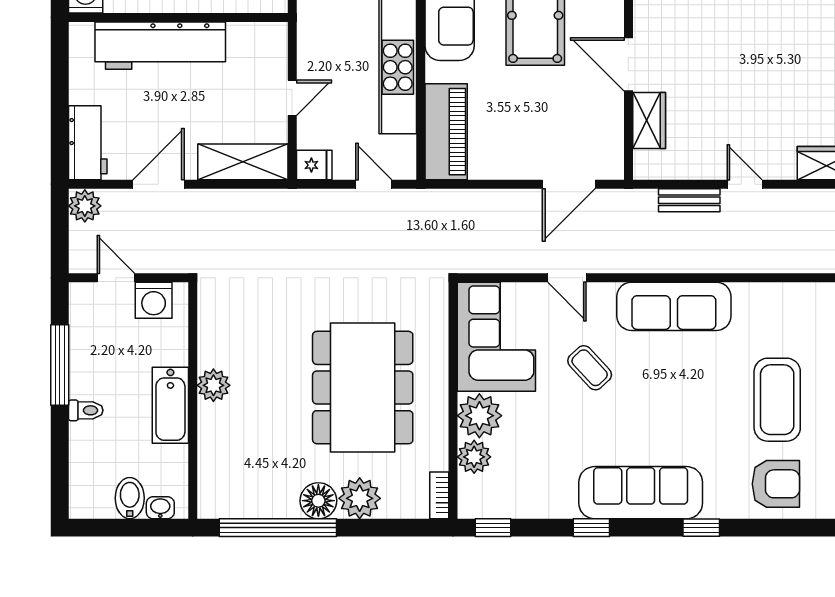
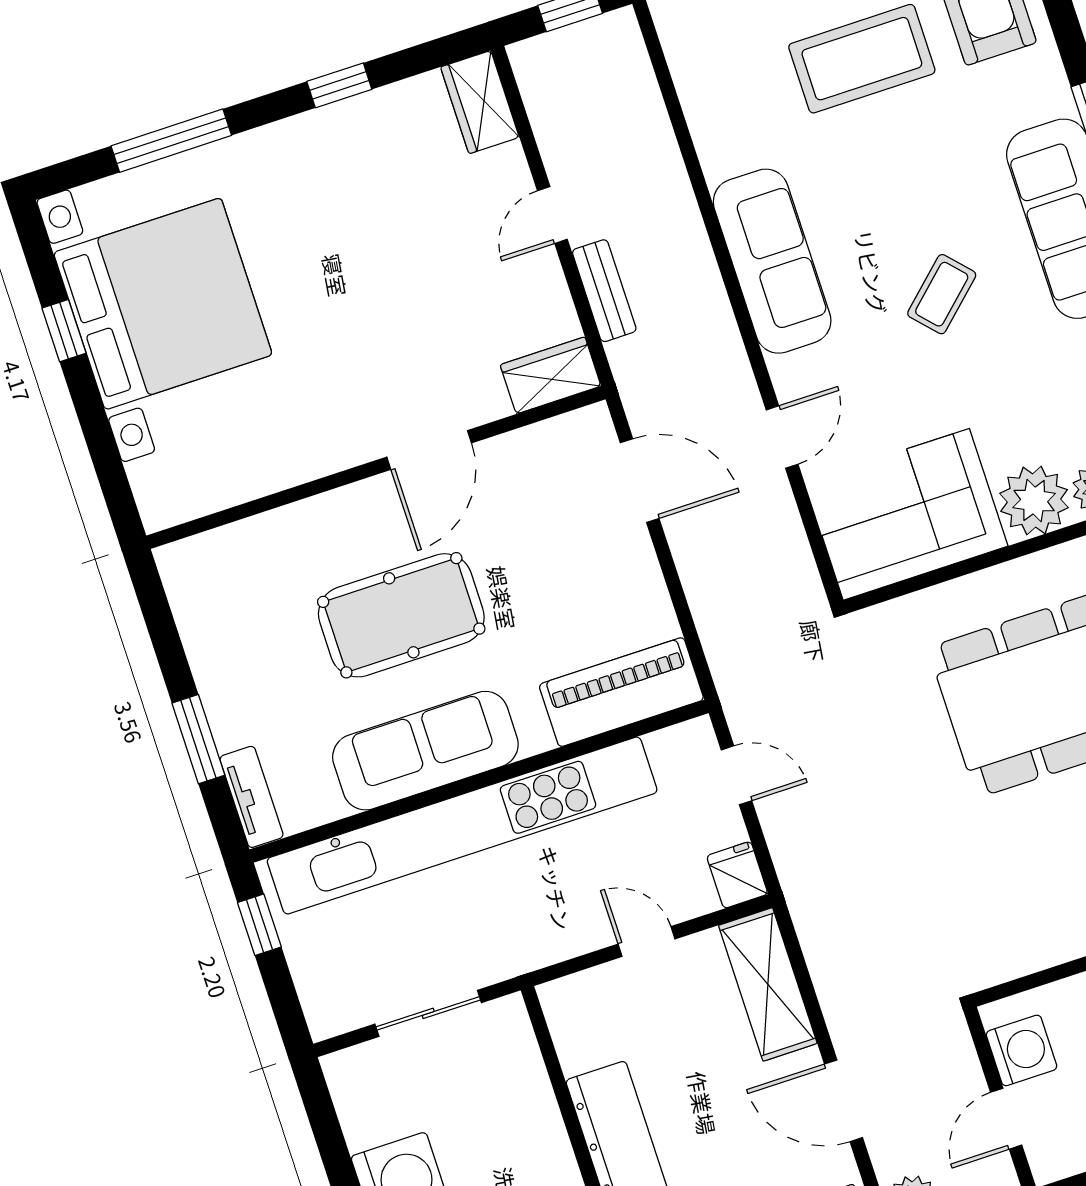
wardrobe: (649, 120) -> (551, 375), moved
door: (374, 184) -> (737, 775), swing flipped
coffee table: (590, 368) -> (942, 294), moved

